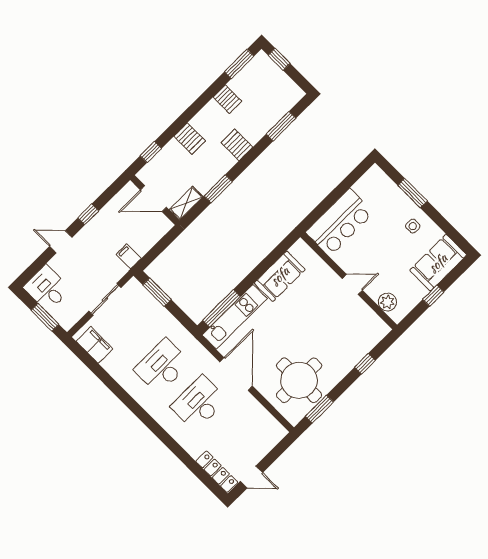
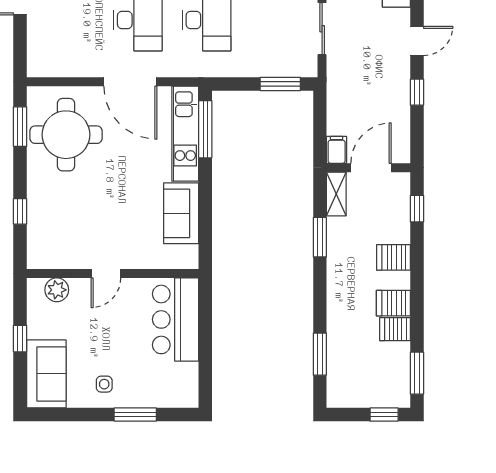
server rack: (237, 145) -> (393, 303), moved, turned 180
filing cabinet: (129, 256) -> (337, 150), moved, turned -90

